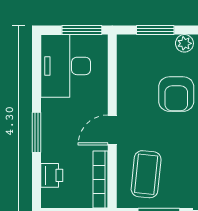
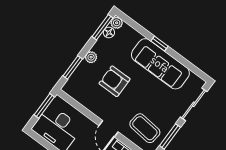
armchair: (176, 94) -> (115, 81), turned 180

